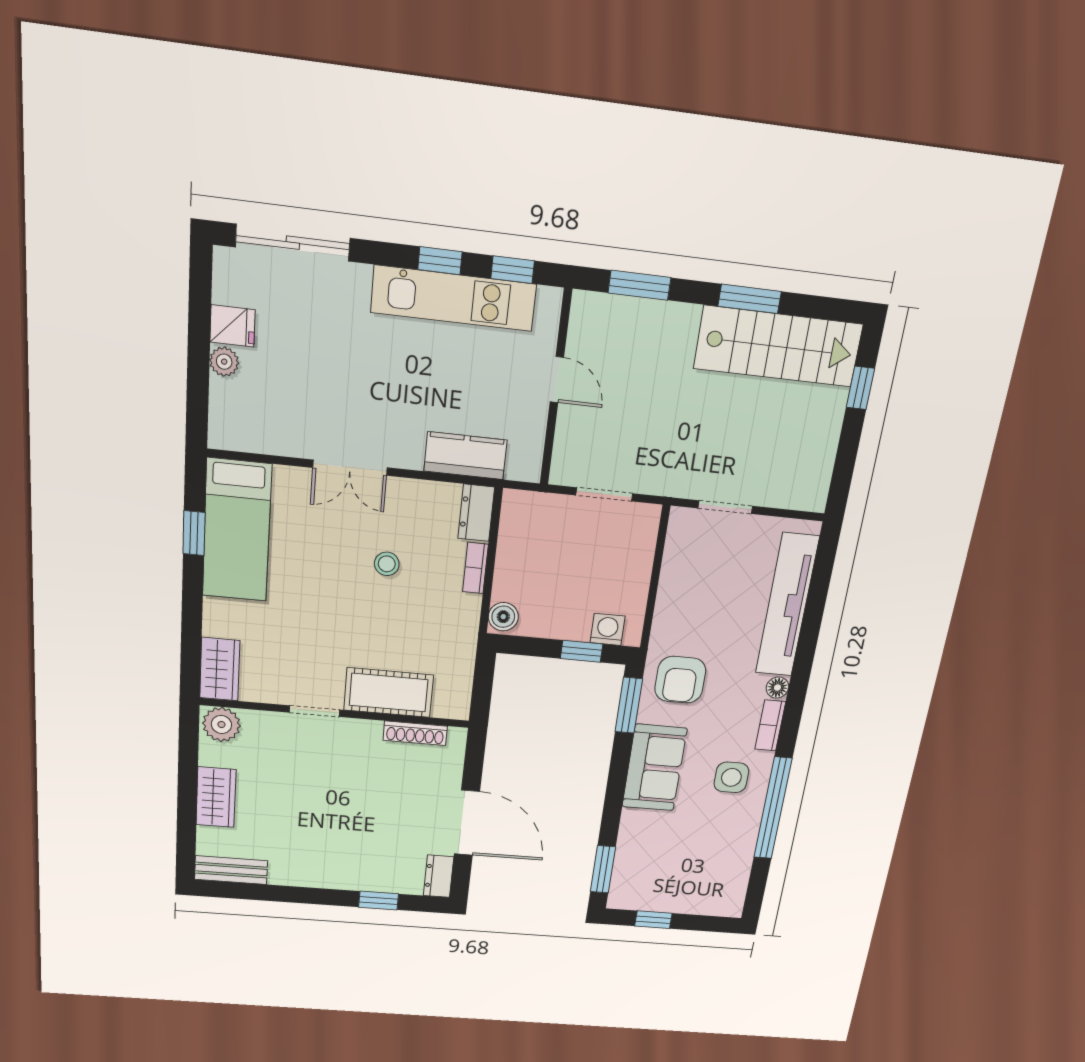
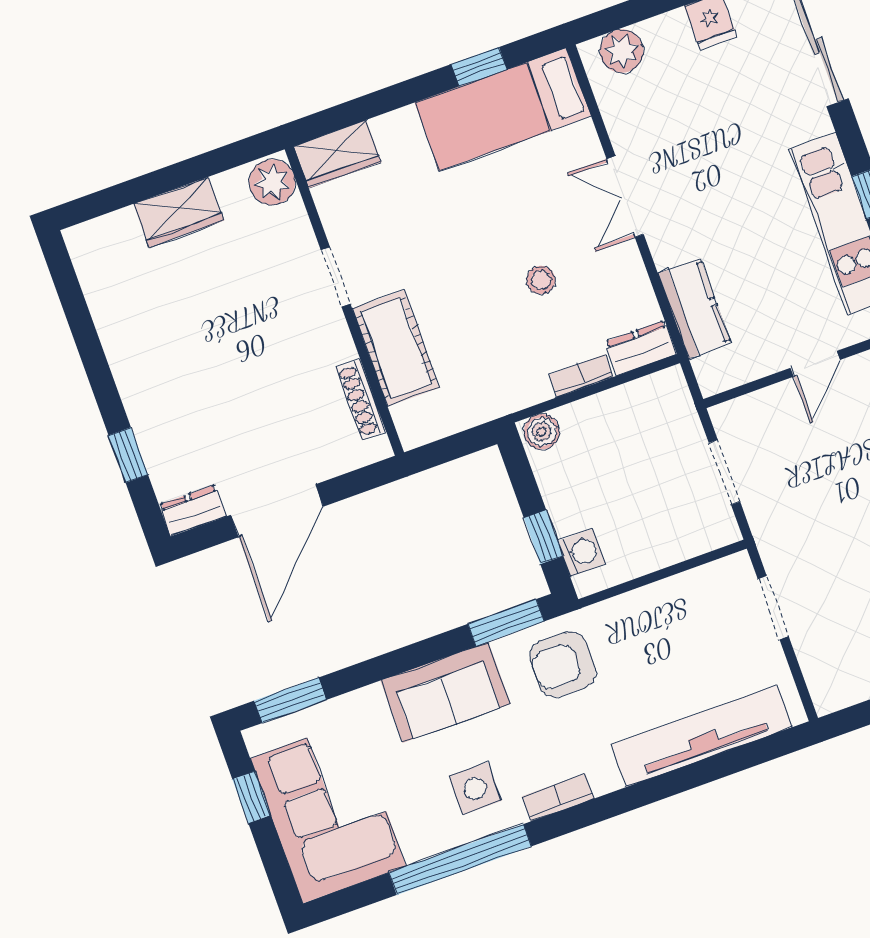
plant: (224, 362) -> (622, 51), moved, width x1.38, depth x1.38
floor lamp: (777, 688) -> (606, 780), removed
bench: (231, 870) -> (91, 267), removed
corner sofa: (691, 877) -> (328, 812), added

